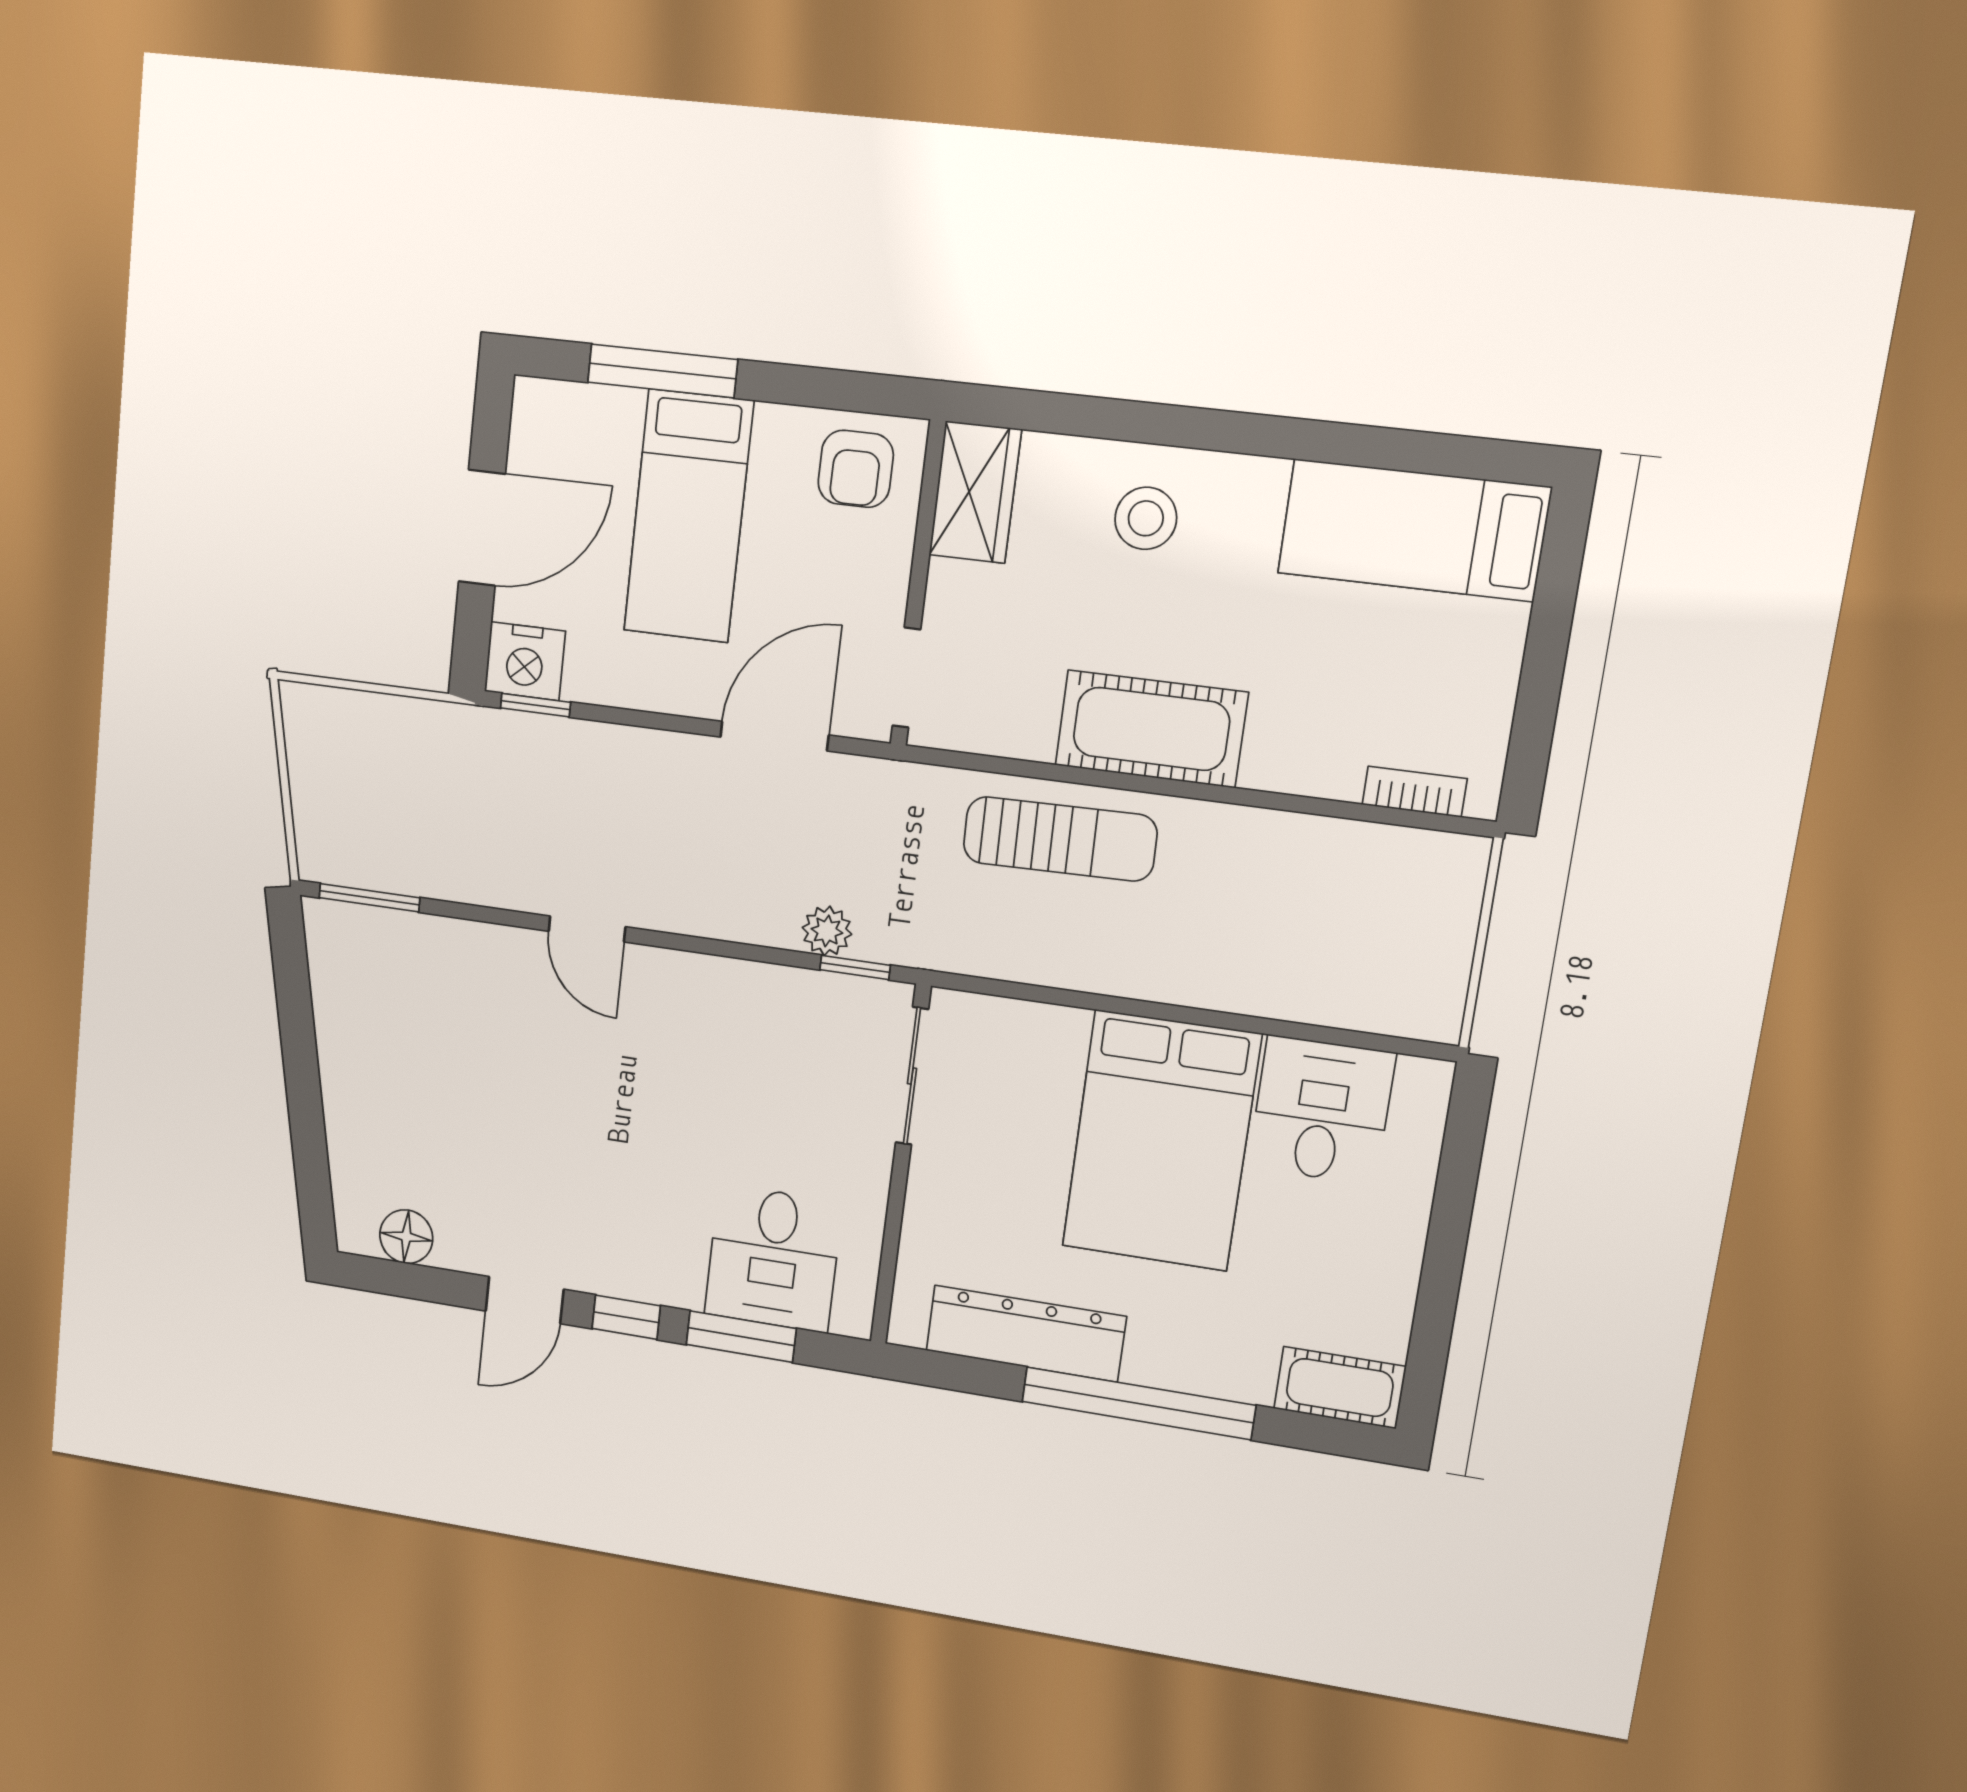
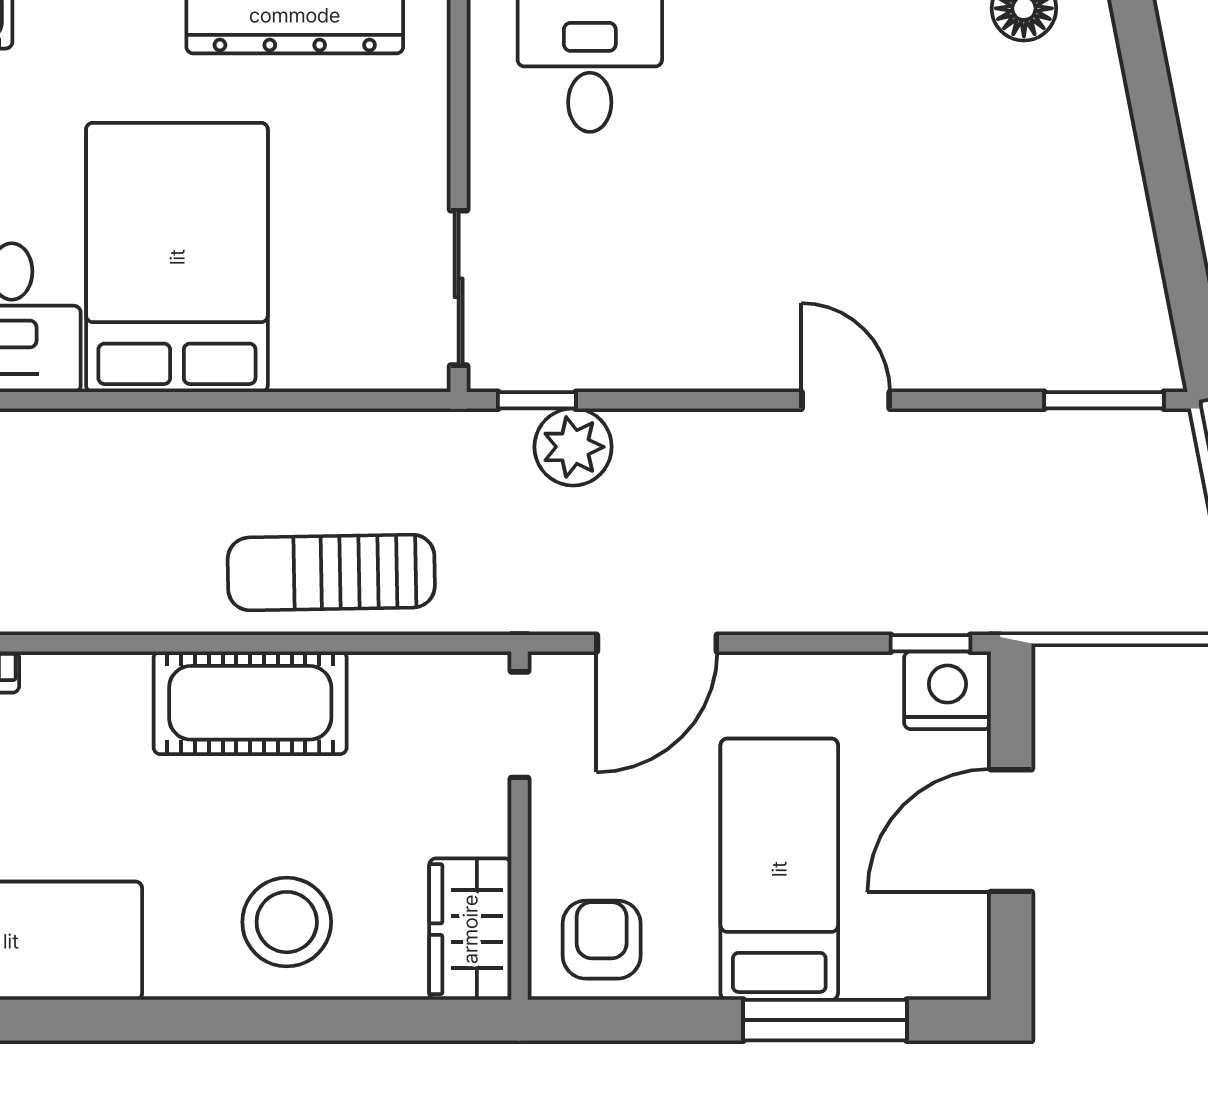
stool: (1146, 518) -> (287, 922), width x1.38, depth x1.38
plant: (827, 931) -> (573, 447), width x1.38, depth x1.38

